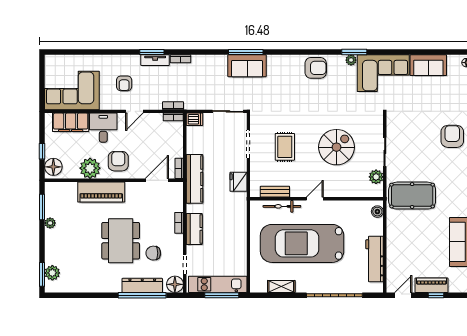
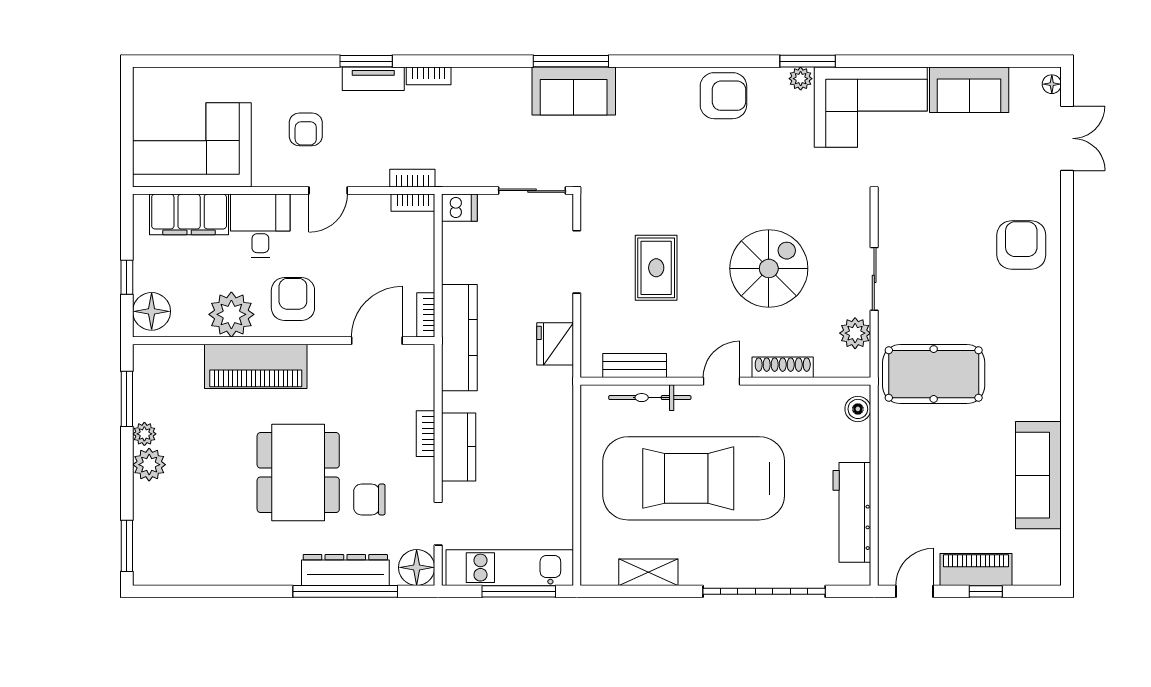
shoe rack: (343, 192) -> (783, 367), added
plant: (52, 273) -> (149, 465), moved

